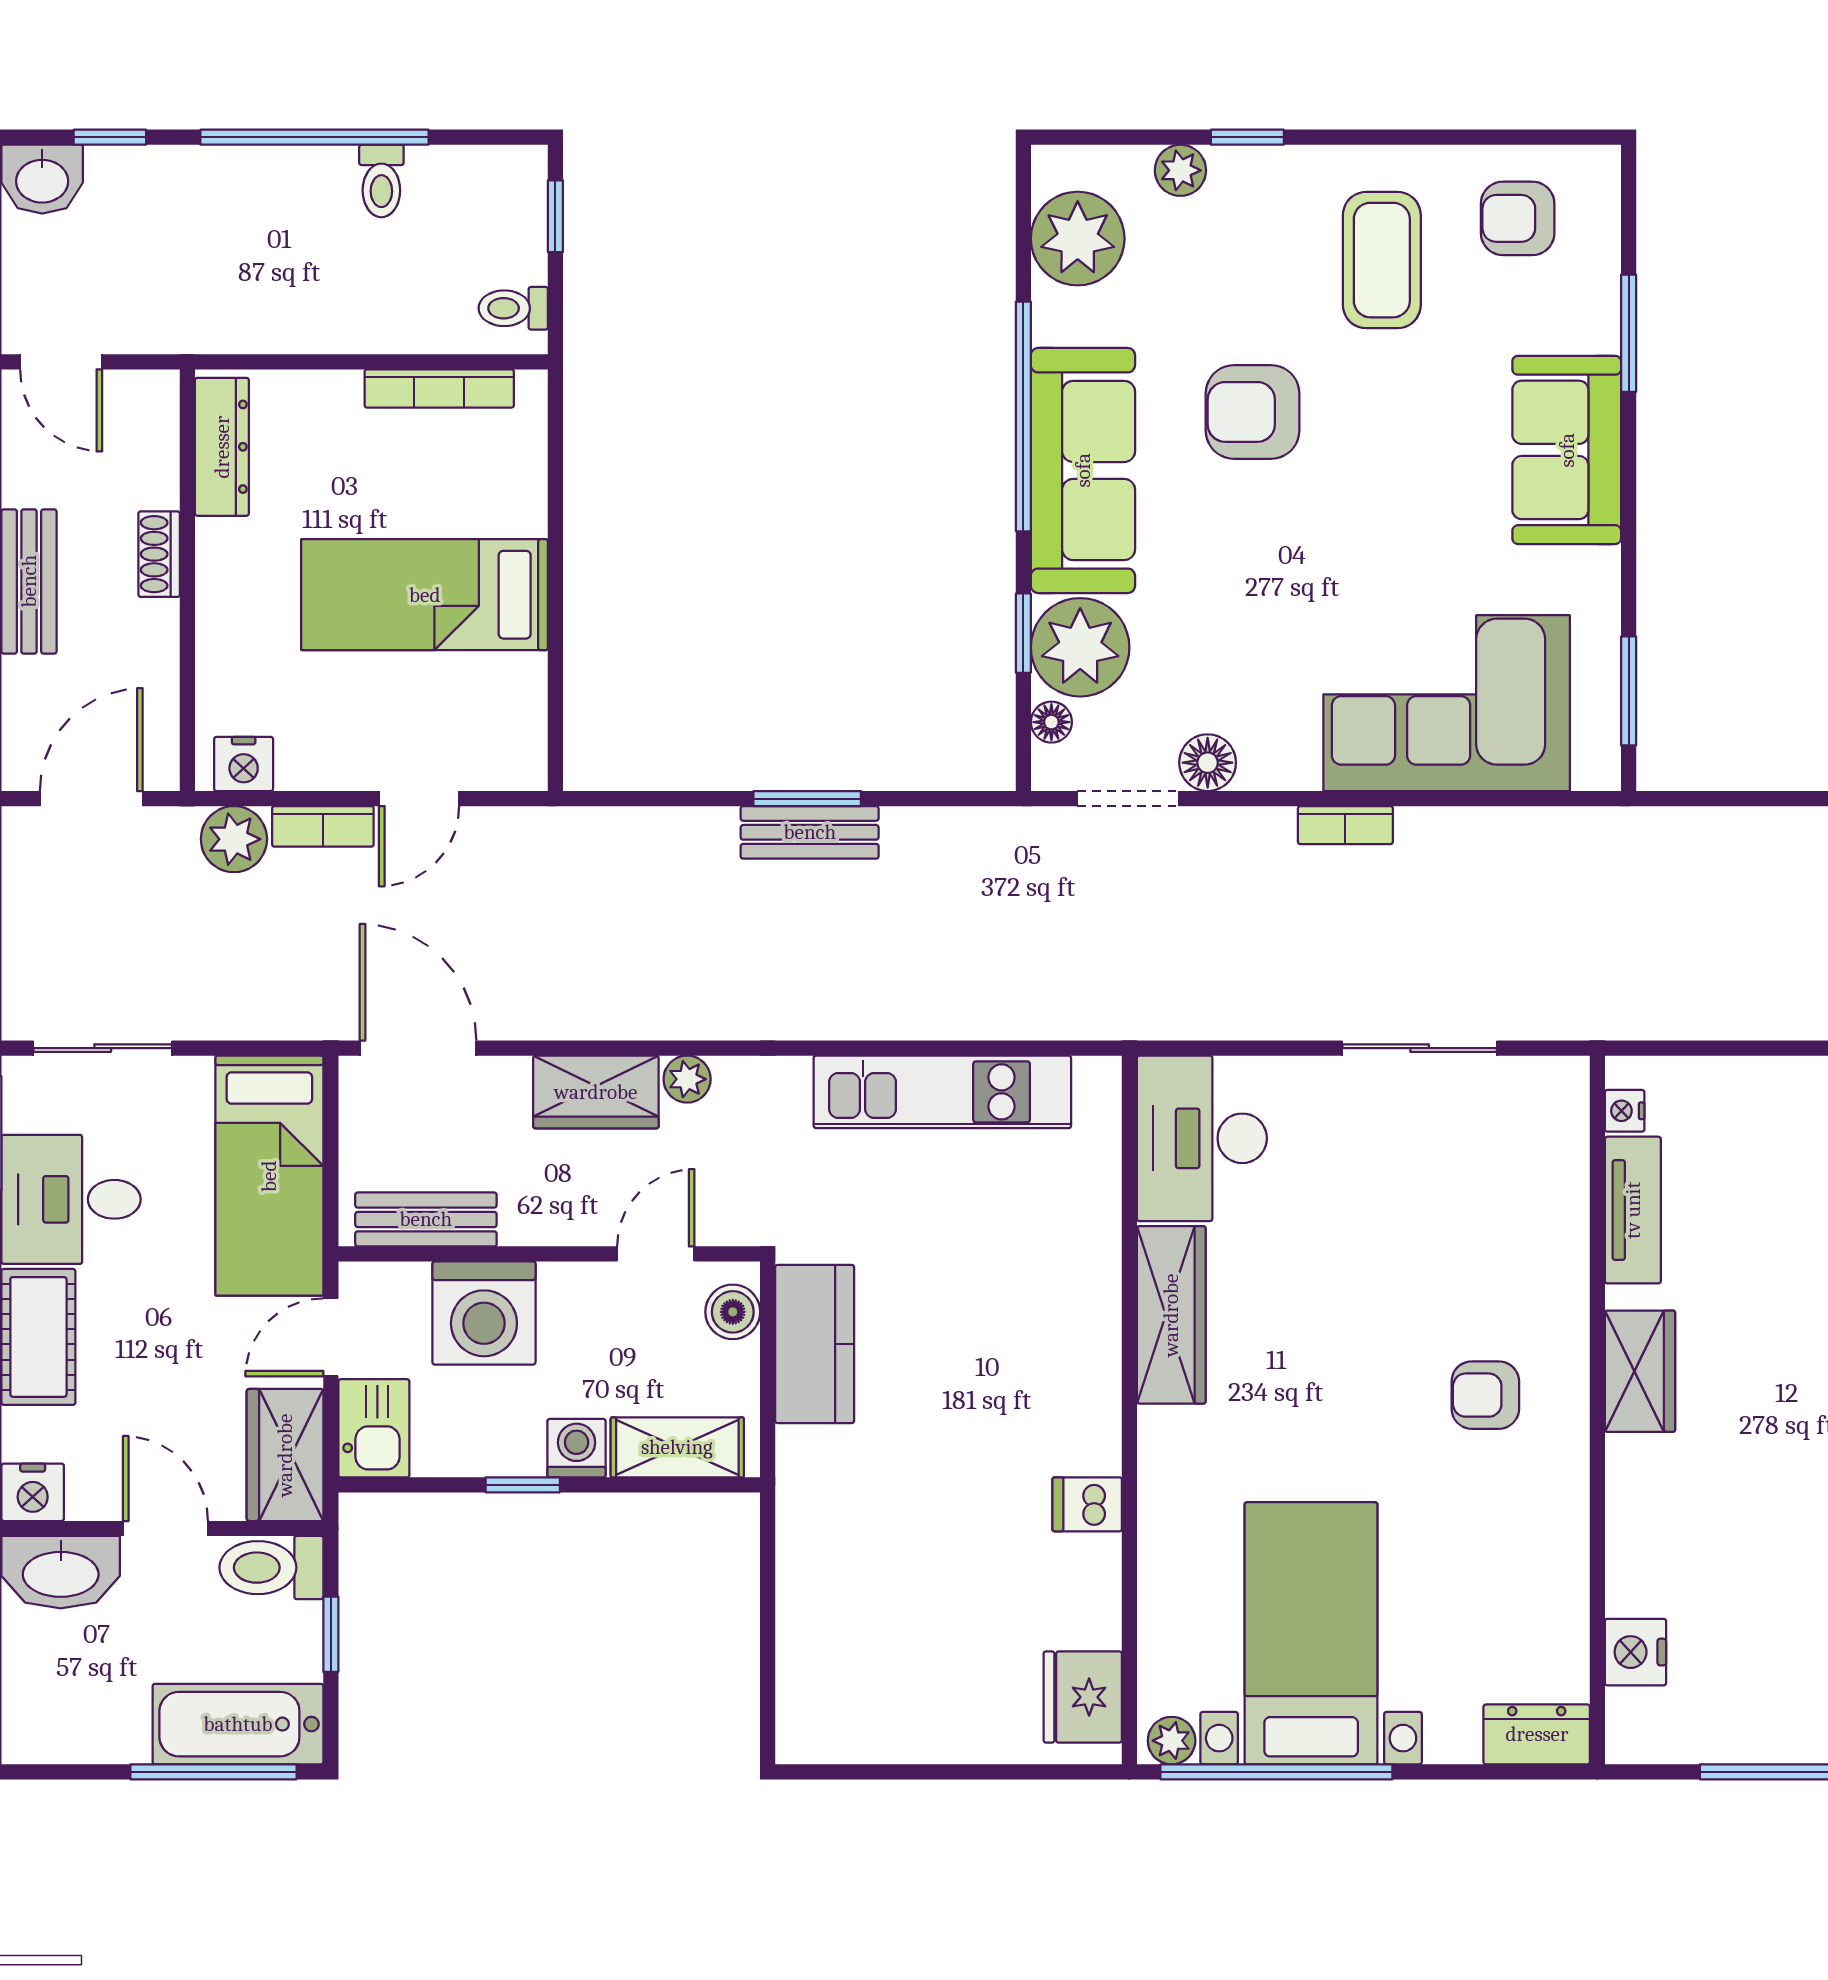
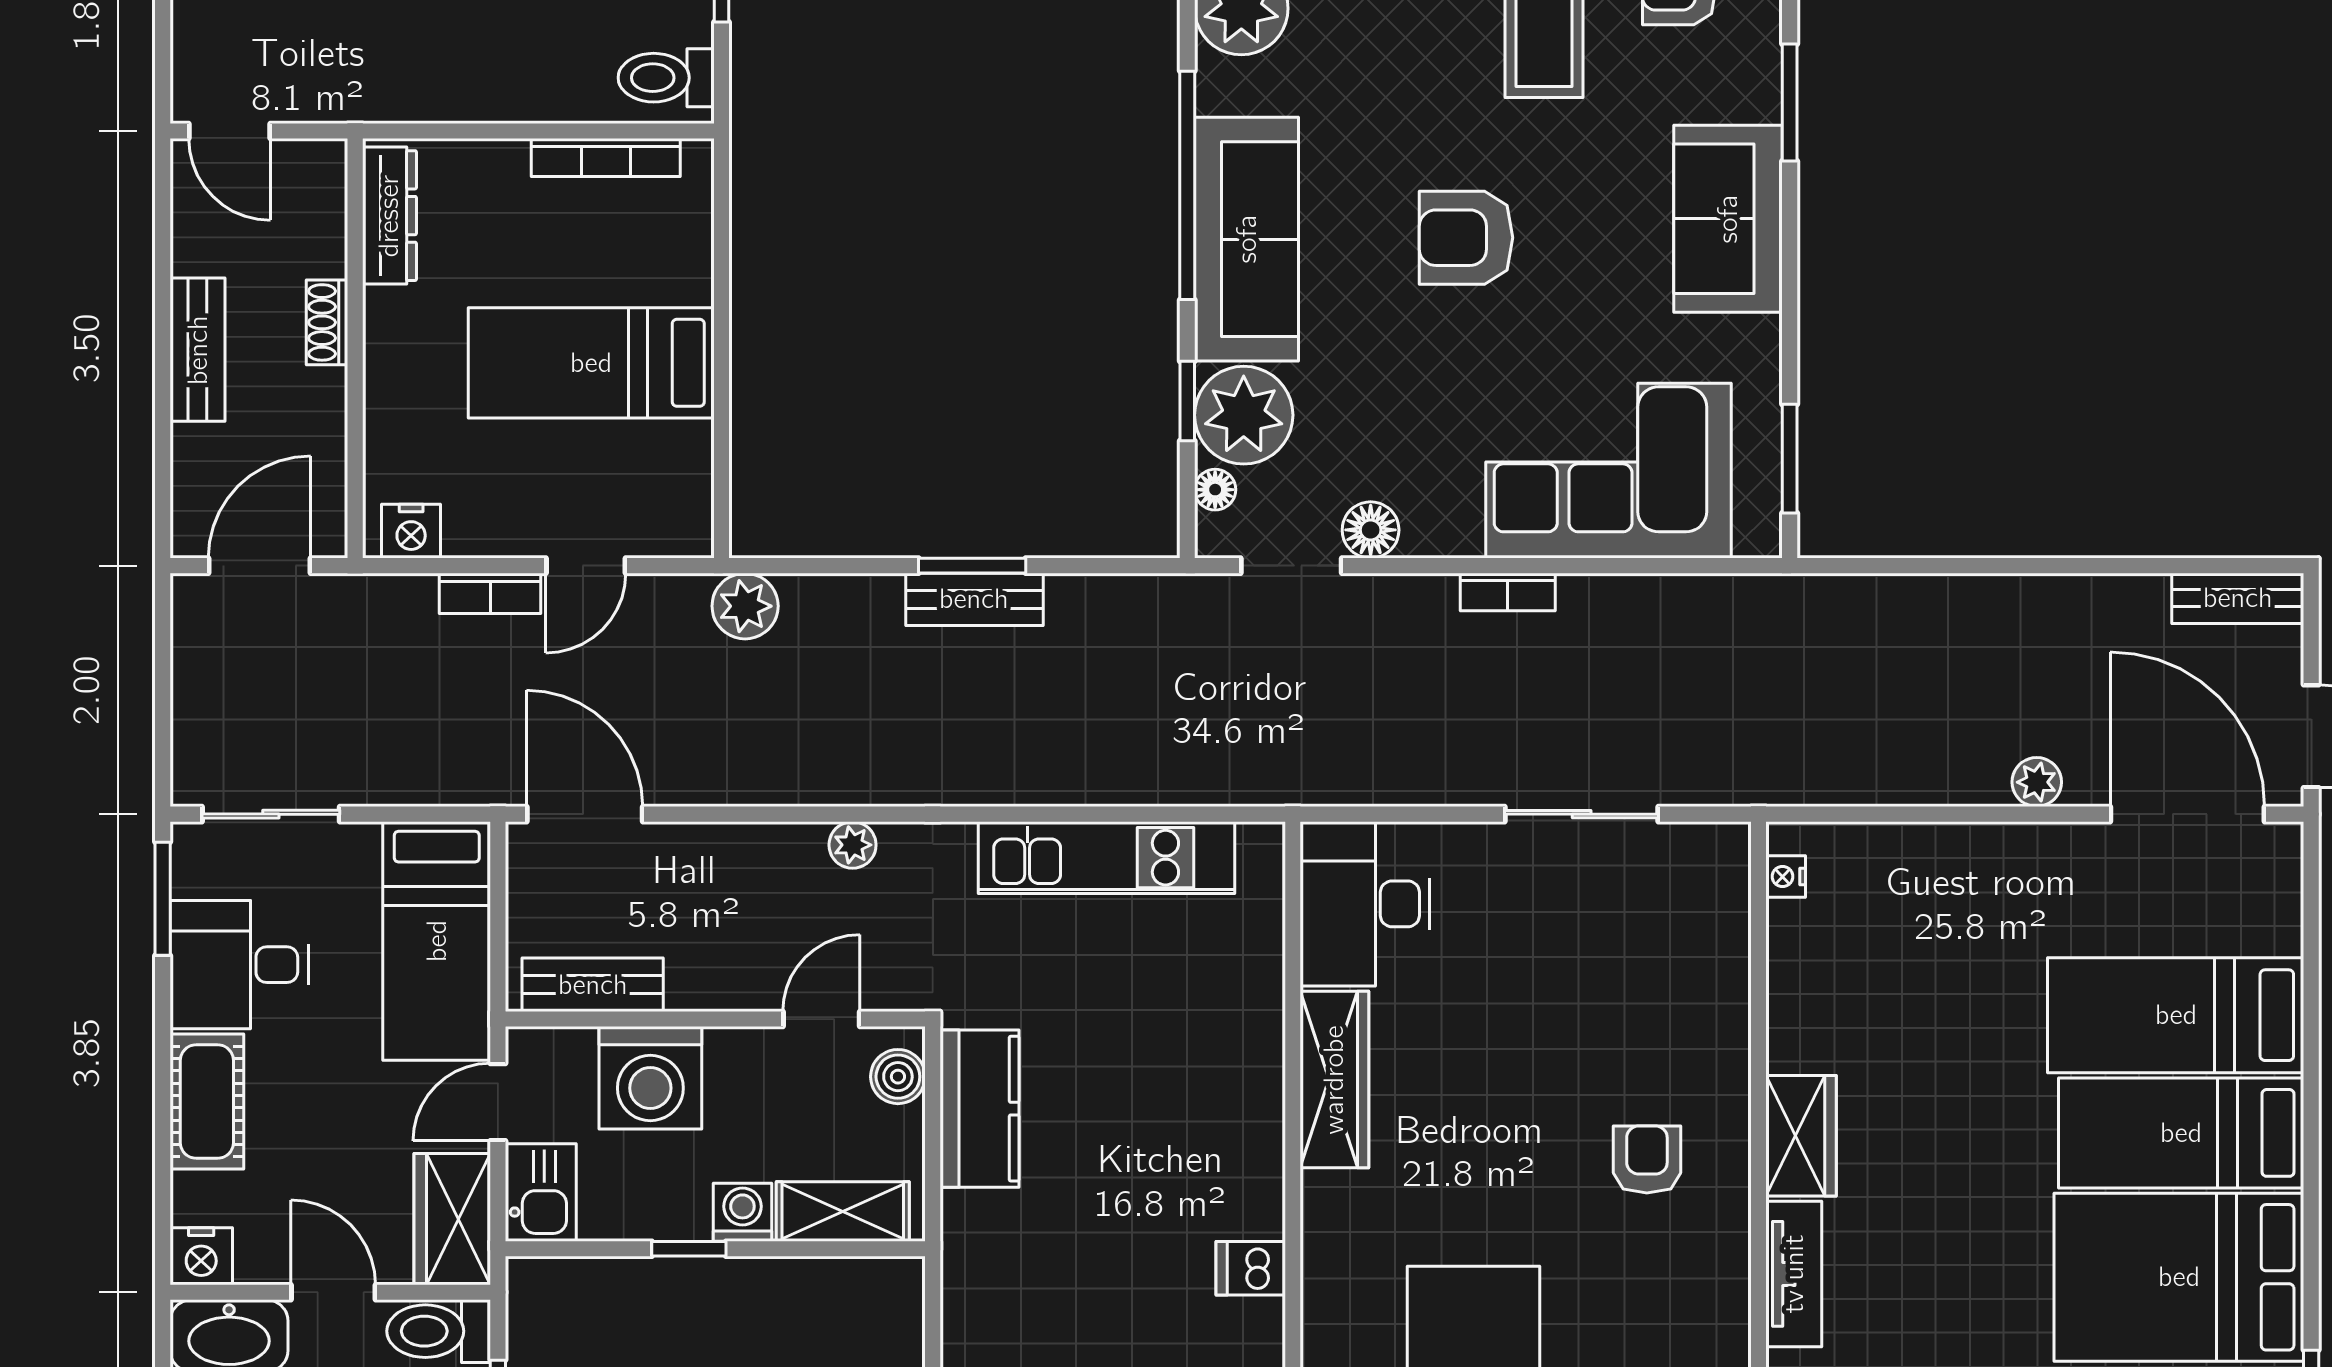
toilet: (513, 308) -> (666, 78), width x1.37, depth x1.39
armchair: (1253, 412) -> (1466, 238), moved
plant: (234, 839) -> (745, 606), moved
wardrobe: (596, 1092) -> (762, 858), removed
tv unit: (1633, 1210) -> (1794, 1274), moved
armchair: (1485, 1395) -> (1647, 1159), turned 90

